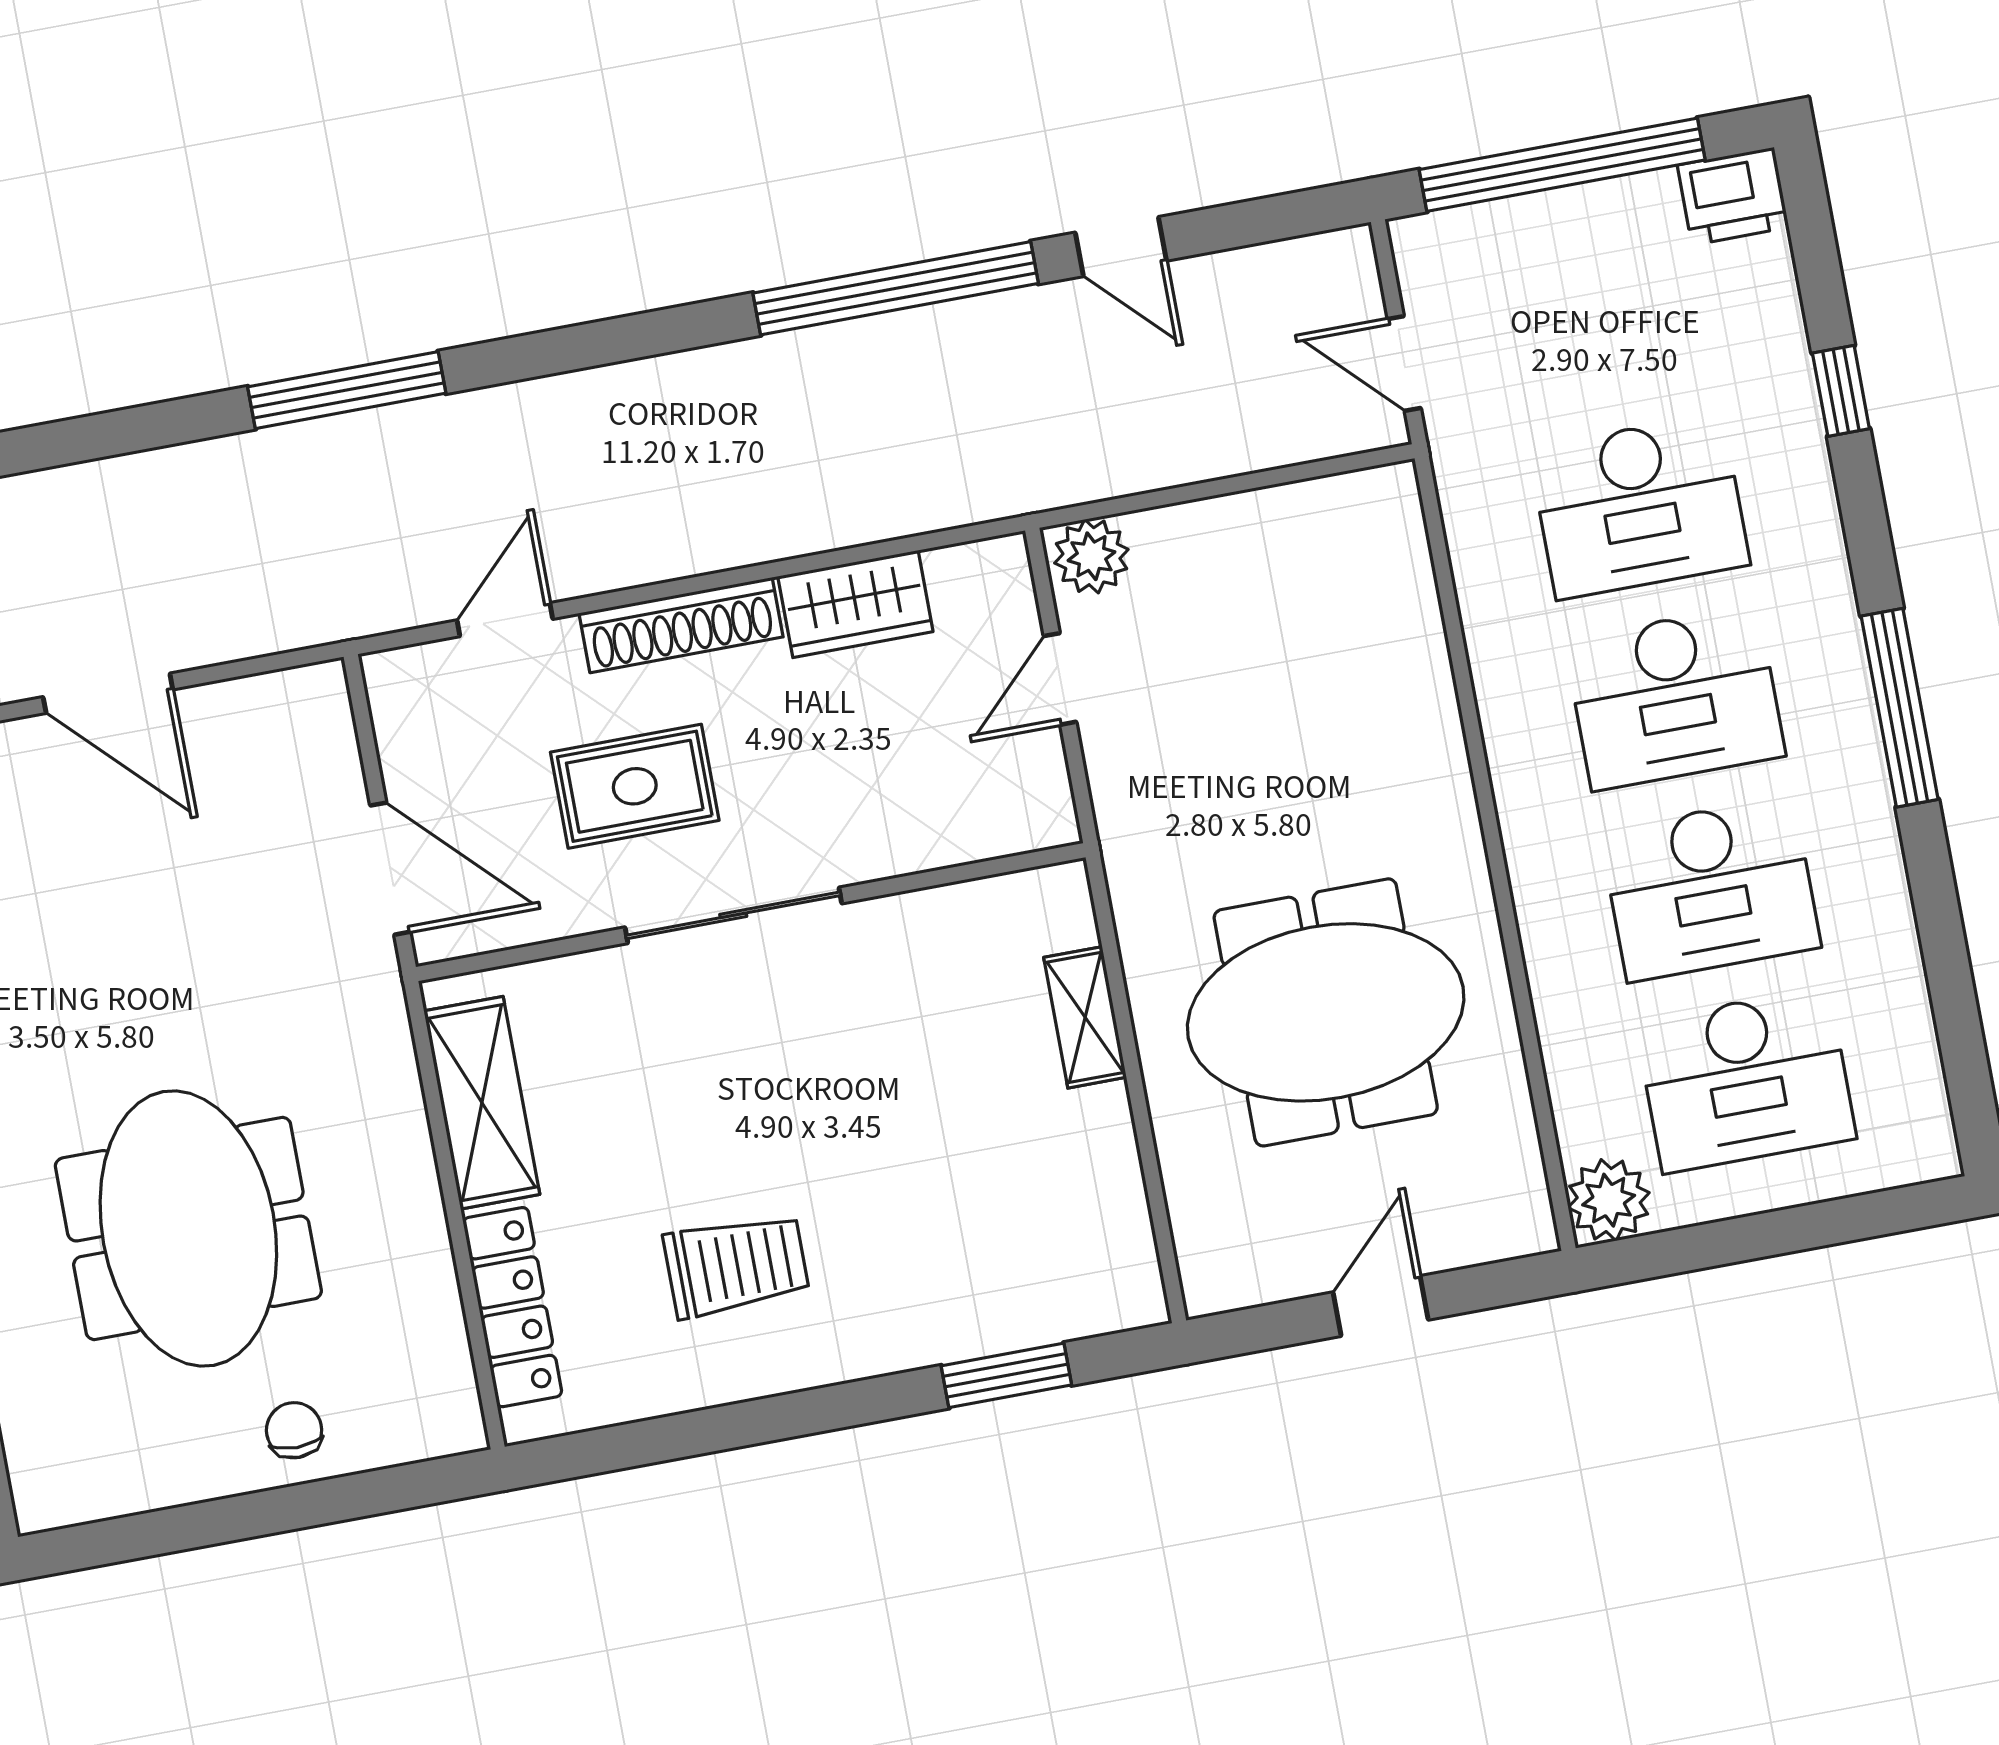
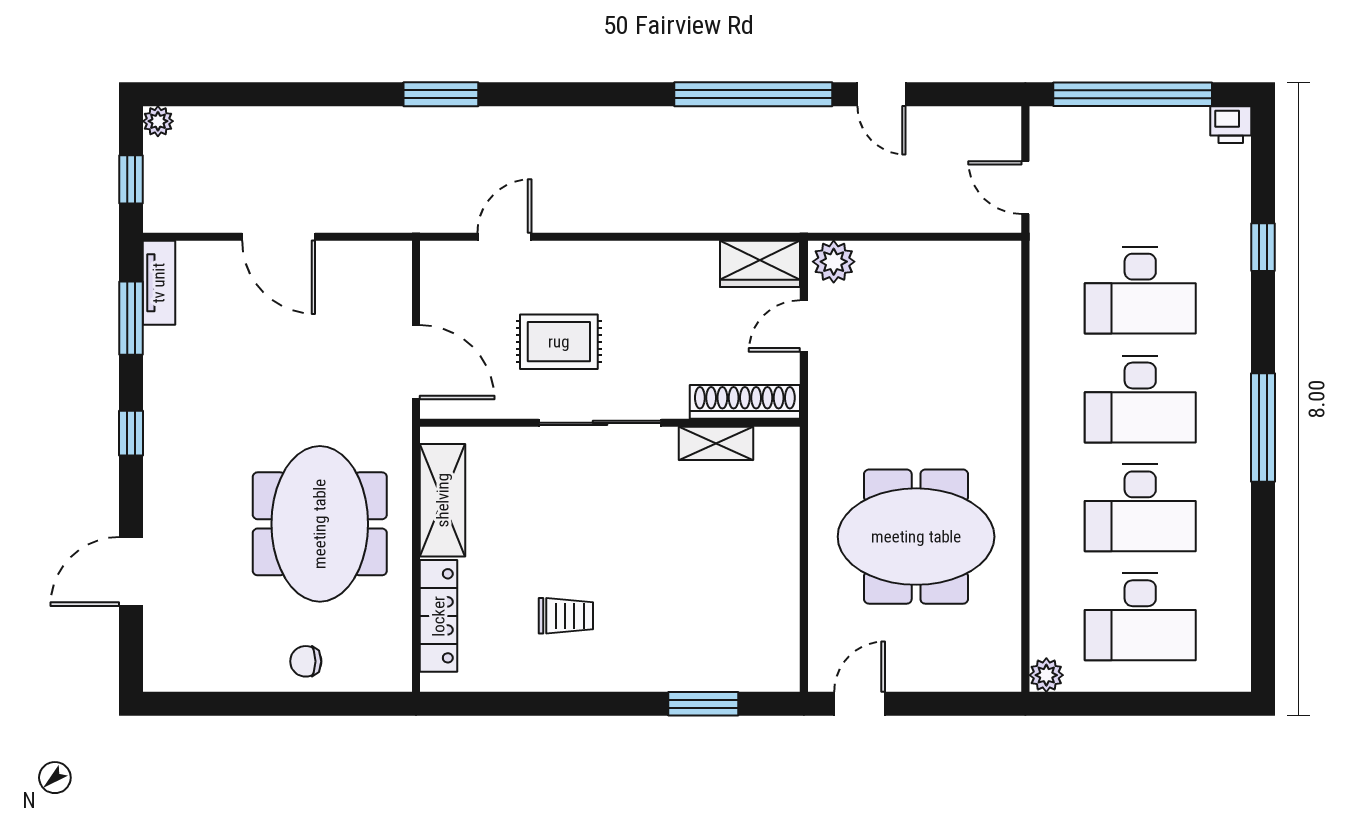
printer: (1733, 196) -> (1231, 125), width x0.73, depth x0.81
window: (347, 390) -> (441, 94), width x0.69
wardrobe: (855, 604) -> (760, 264), moved
shoe rack: (681, 625) -> (745, 402), moved, turned 180
shelving: (1085, 1017) -> (716, 443), moved, turned 90
plant: (1609, 1200) -> (1046, 675), width x0.73, depth x0.73
meeting table: (188, 1228) -> (320, 524), moved
trolley: (736, 1265) -> (566, 616), width x0.73, depth x0.72
door: (1381, 1306) -> (860, 704), moved
chair: (294, 1430) -> (306, 661), turned -90

